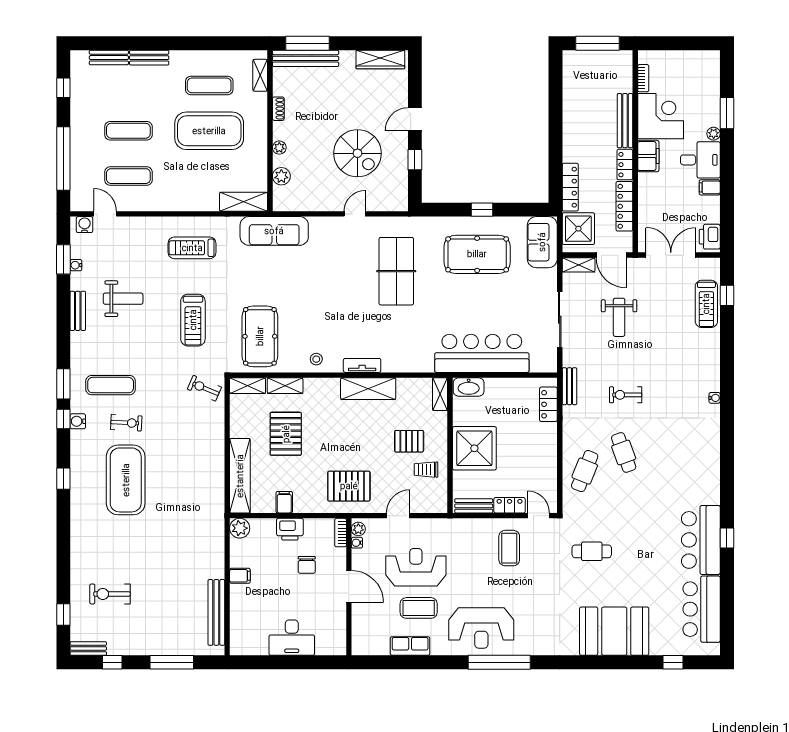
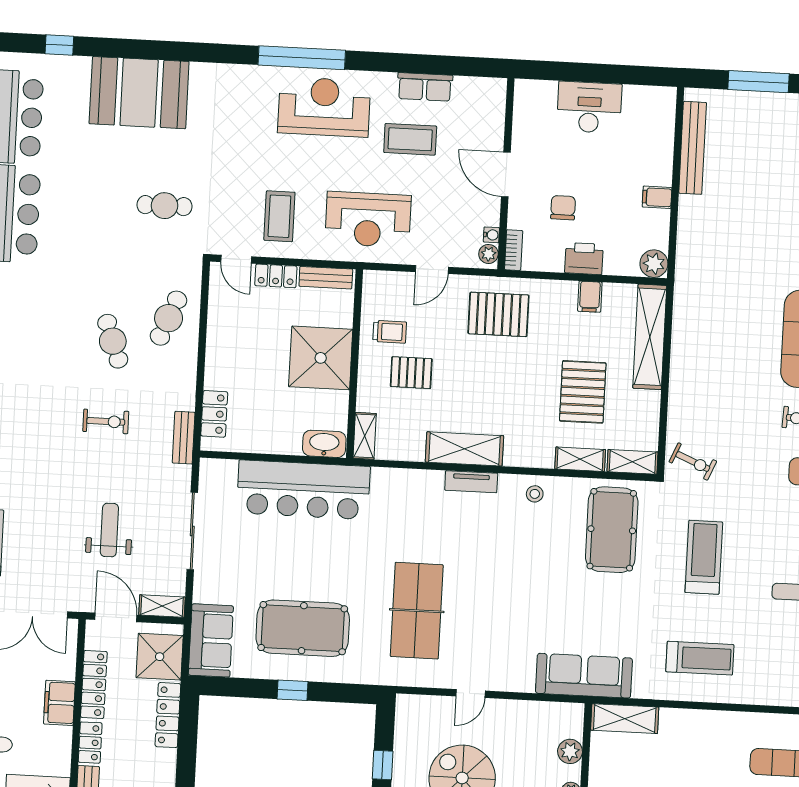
filing cabinet: (648, 156) -> (59, 703), moved
reception desk: (416, 567) -> (368, 219), moved

